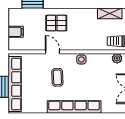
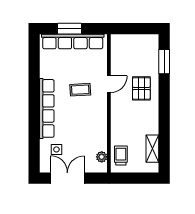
filing cabinet: (16, 32) -> (132, 43), removed
side table: (81, 59) -> (56, 149), moved

